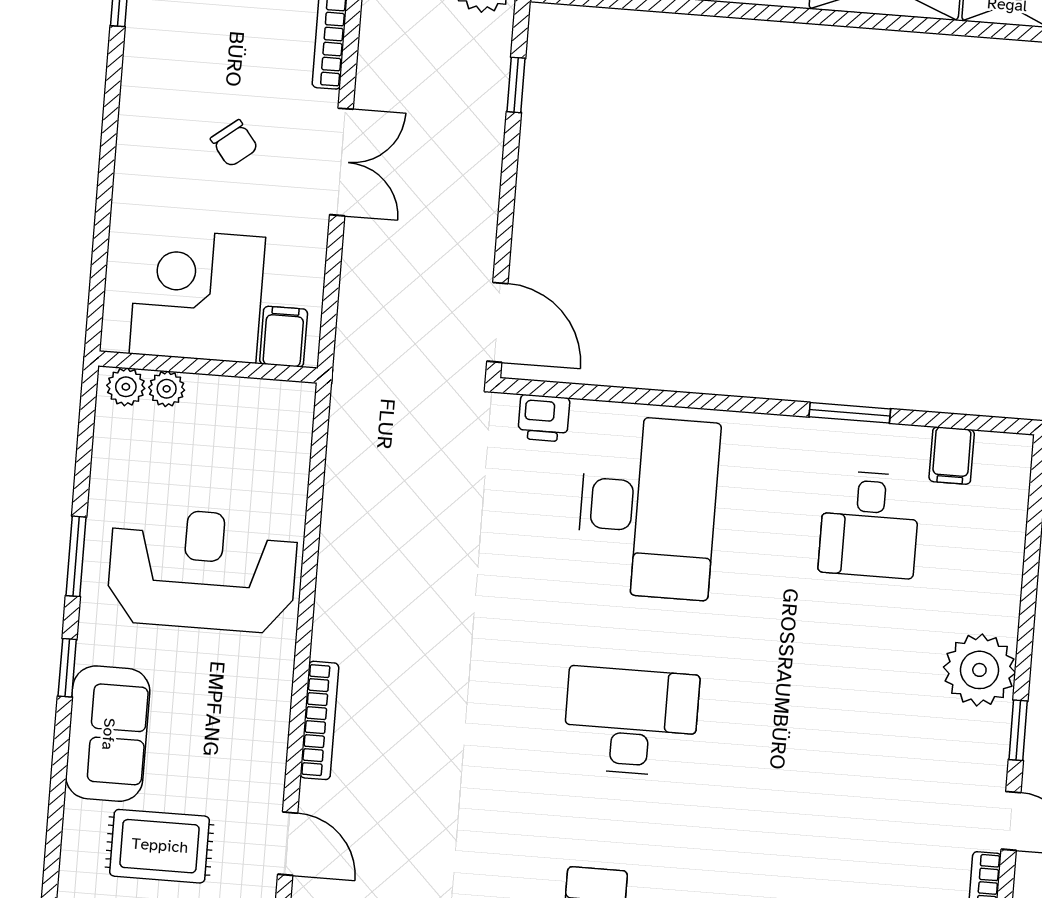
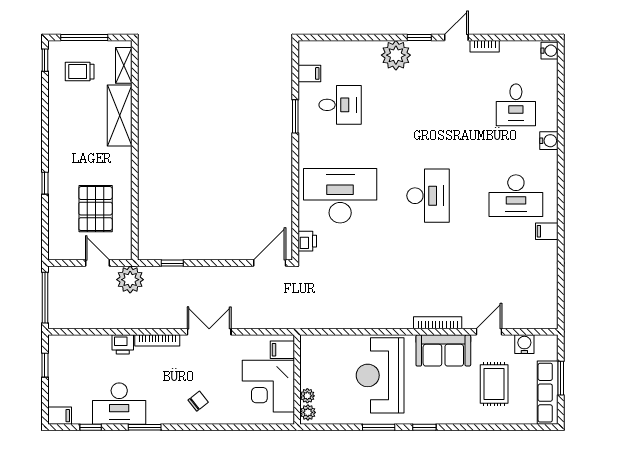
chair: (234, 143) -> (198, 401), moved
desk: (631, 721) -> (428, 196), turned 180
sofa: (108, 734) -> (443, 350), moved, turned 180

